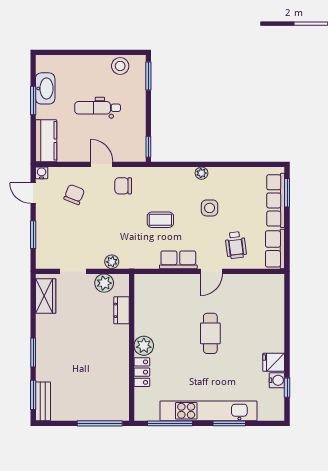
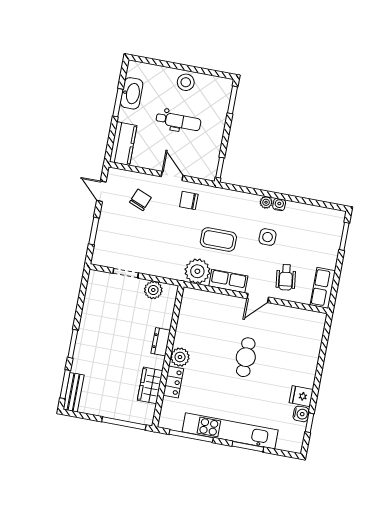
stool: (120, 66) -> (186, 82), moved
dental chair: (98, 108) -> (178, 121), turned 180
water cooler: (42, 173) -> (279, 204), moved
row of seats: (276, 200) -> (332, 242), removed
coffee table: (160, 220) -> (218, 240), width x1.36, depth x1.30
plant: (112, 262) -> (197, 271), moved, width x1.87, depth x1.87
wardrobe: (46, 296) -> (150, 385), moved, turned 180
dresser: (121, 310) -> (161, 342), moved

